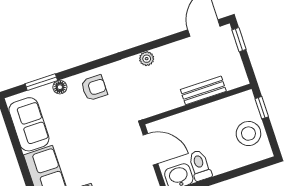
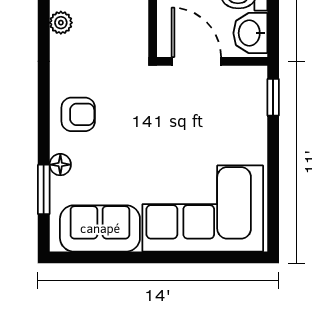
armchair: (94, 88) -> (78, 114), turned 90
door: (151, 149) -> (196, 61), hinge flipped

